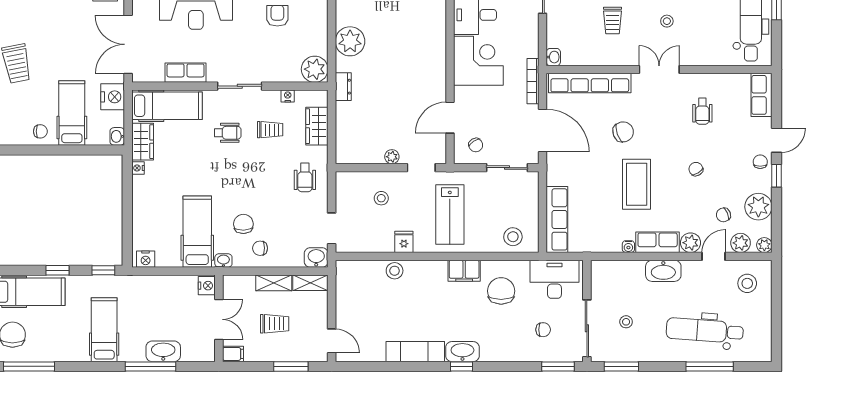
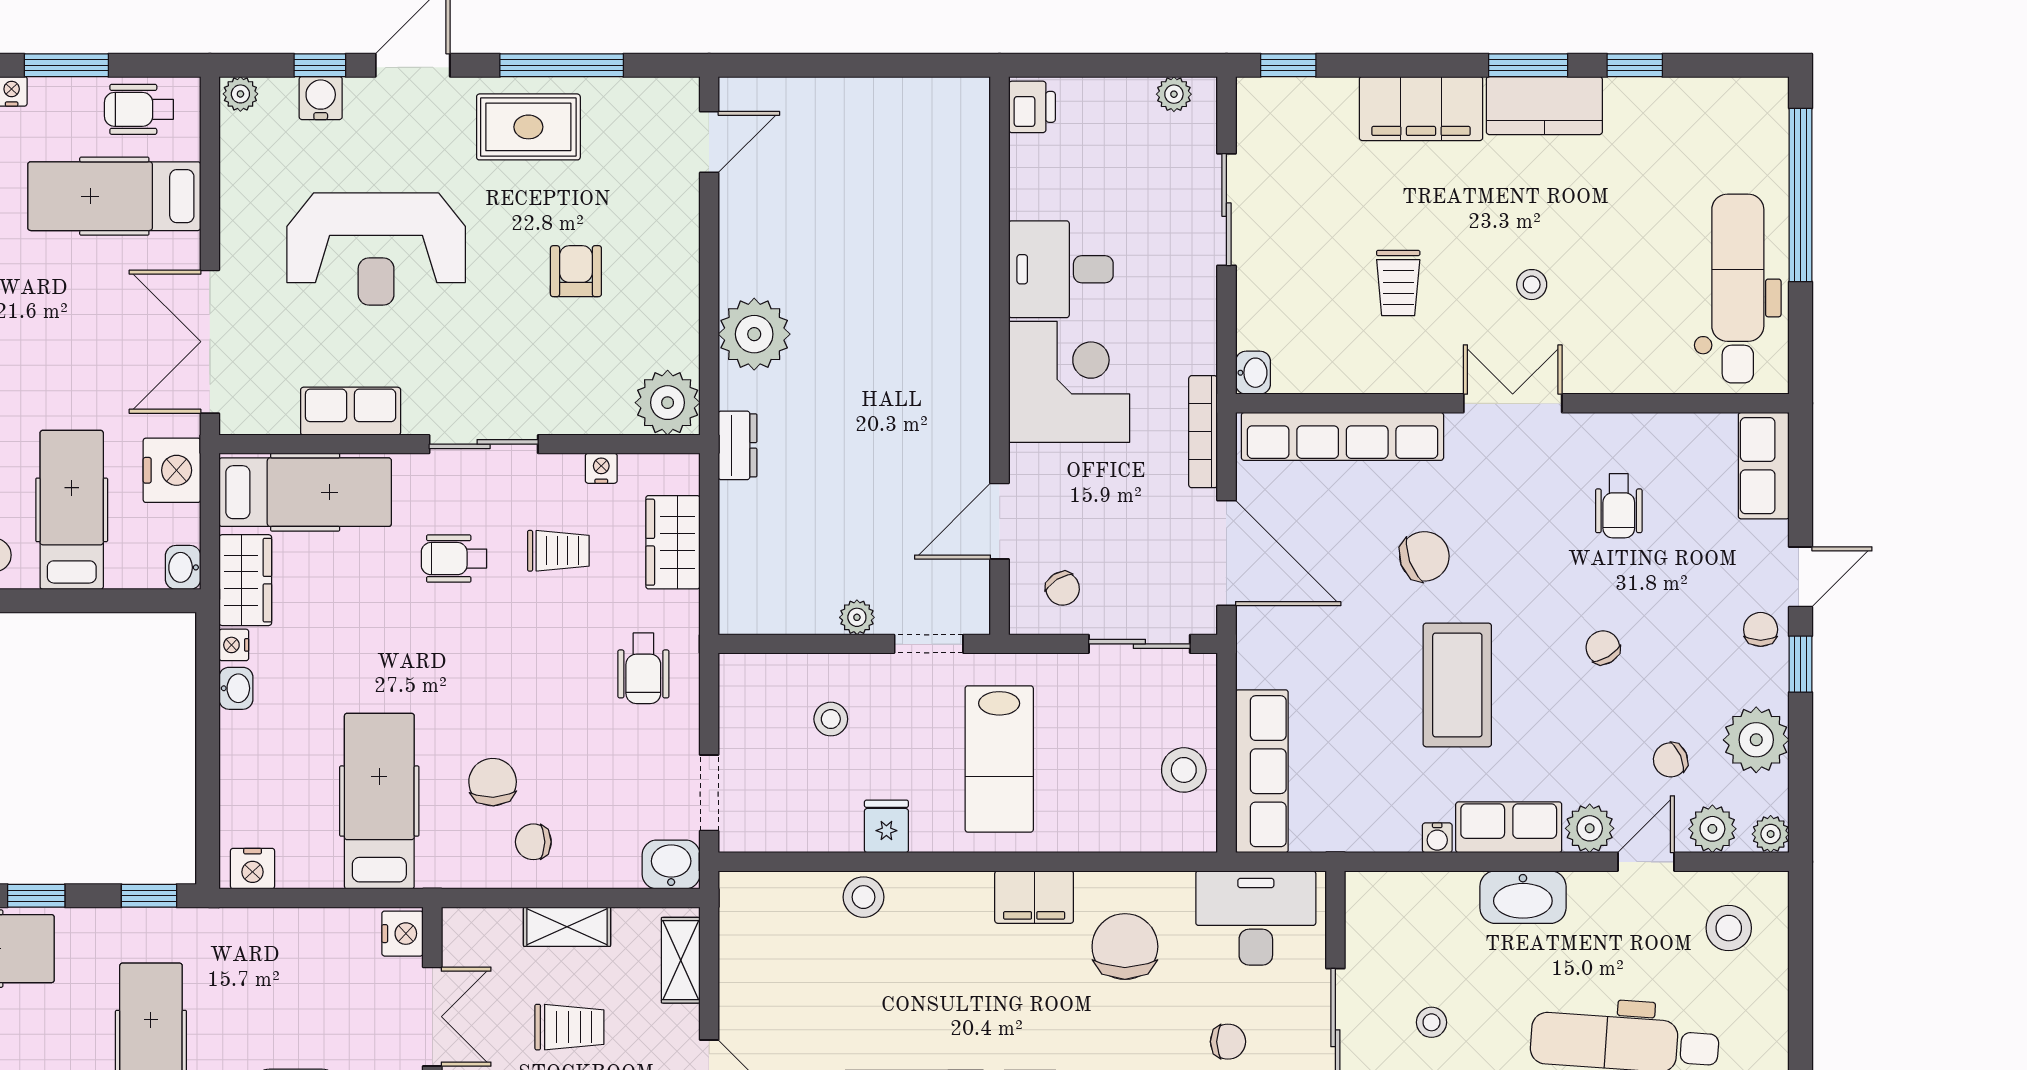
wheelchair: (228, 133) -> (454, 559), turned 180
stool: (513, 237) -> (1184, 770), moved
washbasin: (223, 261) -> (236, 688), moved, turned 90
shelving: (310, 283) -> (681, 960), moved, turned 90

